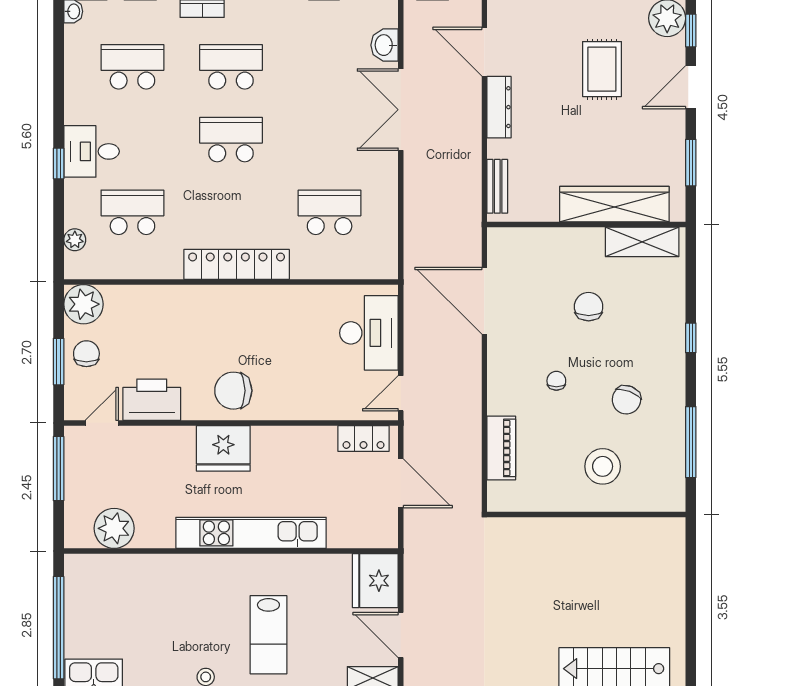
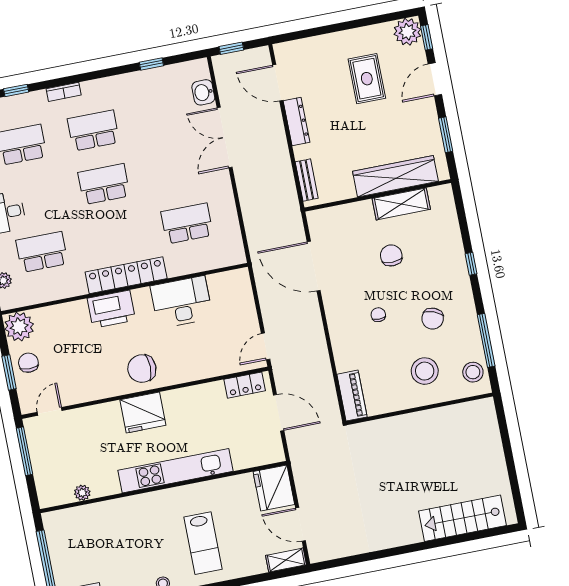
shelving: (642, 242) -> (401, 204), moved
desk: (369, 333) -> (182, 302), moved, turned -90
printer: (152, 400) -> (111, 309), moved, turned 180
piano: (501, 448) -> (352, 396), moved
stool: (665, 480) -> (473, 372), added
plant: (114, 528) -> (82, 493), width x0.53, depth x0.53

